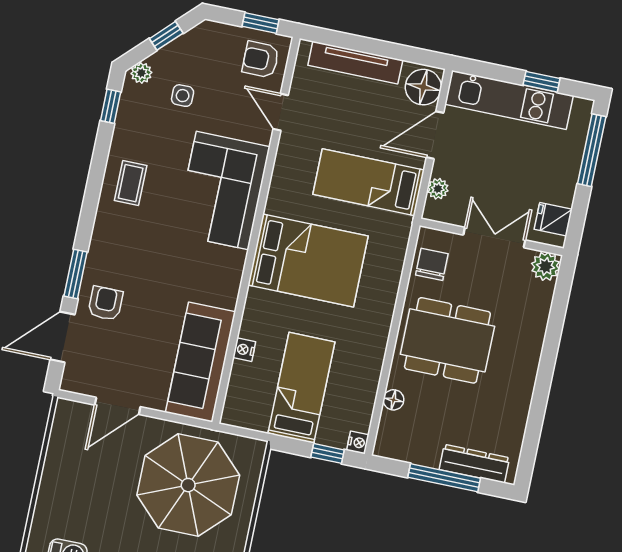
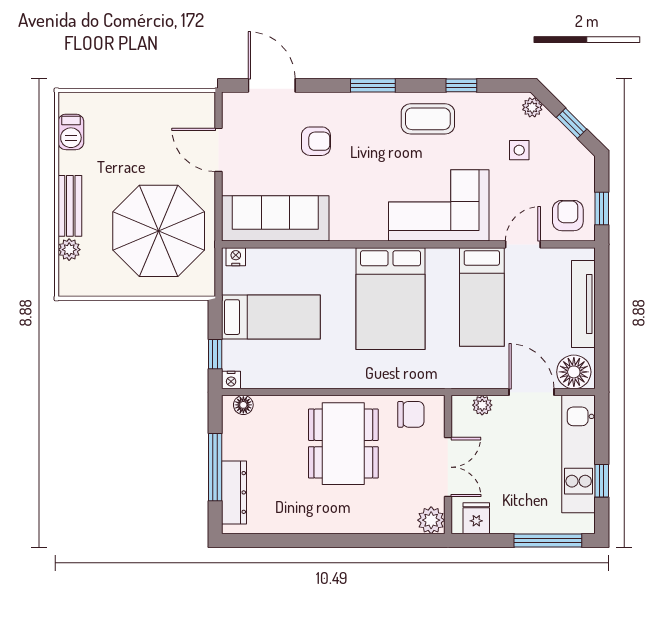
window: (111, 106) -> (461, 85), moved
bed: (369, 182) -> (482, 297), moved, turned 180
coffee table: (131, 183) -> (428, 119), width x1.36, depth x1.30
window: (76, 274) -> (373, 85), moved
armchair: (105, 303) -> (316, 141), moved
nightstand: (244, 350) -> (236, 257), moved
floor lamp: (393, 400) -> (243, 405), moved

